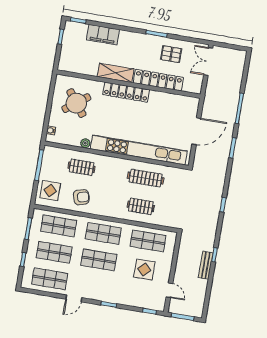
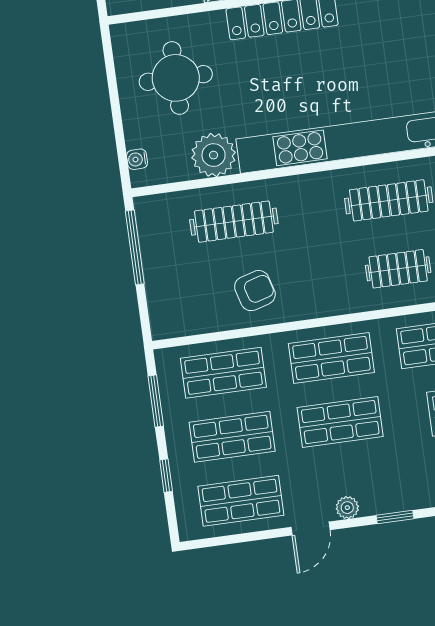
round table: (76, 103) -> (176, 78), turned 37
plant: (85, 143) -> (214, 155), width x1.88, depth x1.88
clothes rail: (82, 167) -> (234, 222), width x1.36
display table: (50, 191) -> (179, 298), removed
plant: (91, 295) -> (347, 508), added

